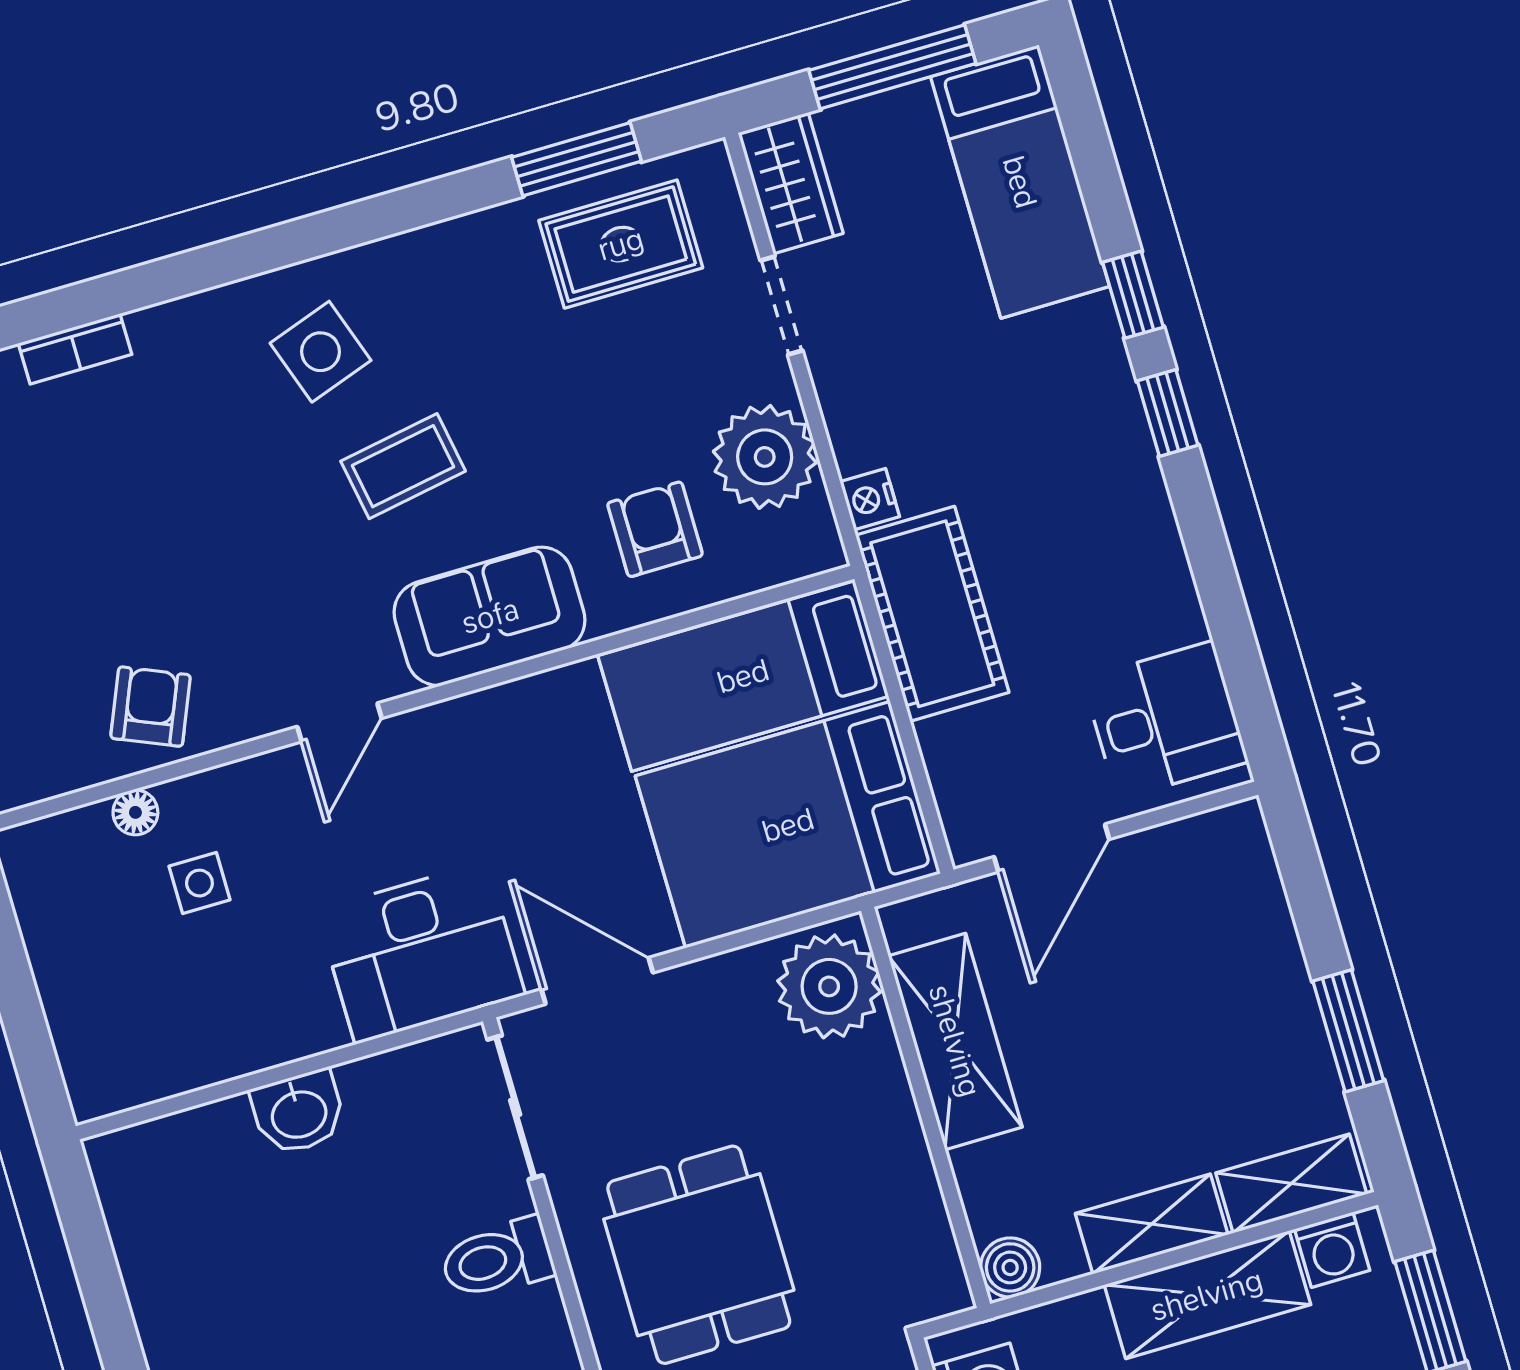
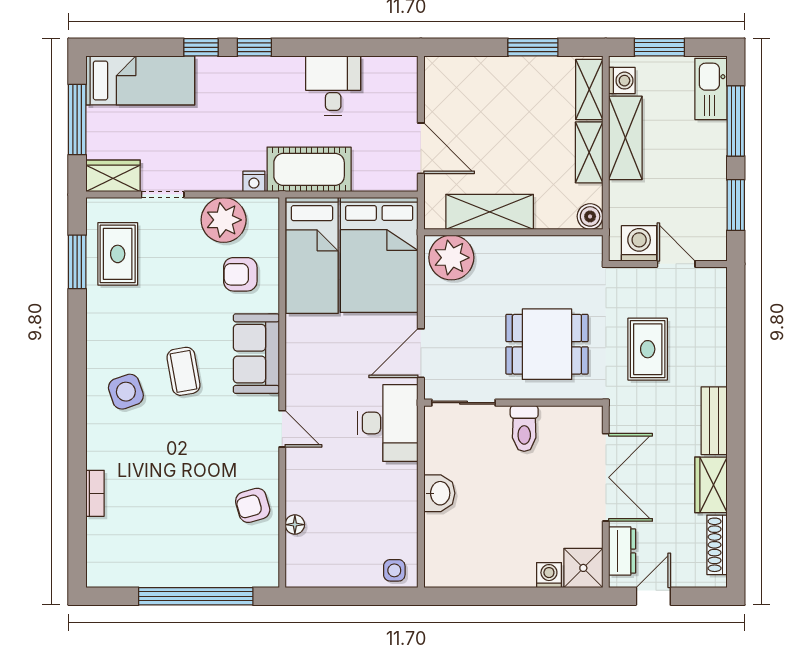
armchair: (151, 707) -> (253, 505), turned -39
desk: (1165, 720) -> (333, 86), moved
side table: (199, 883) -> (394, 570), moved

